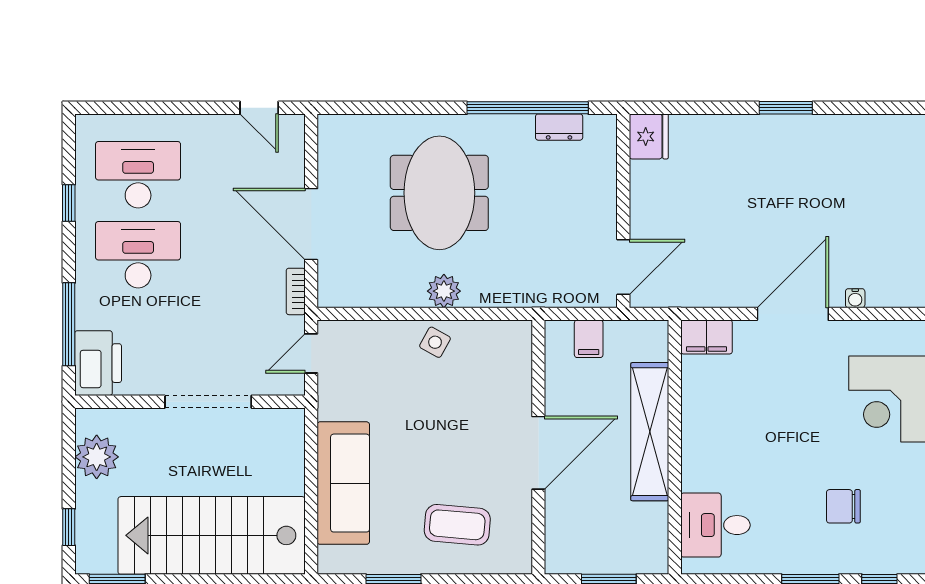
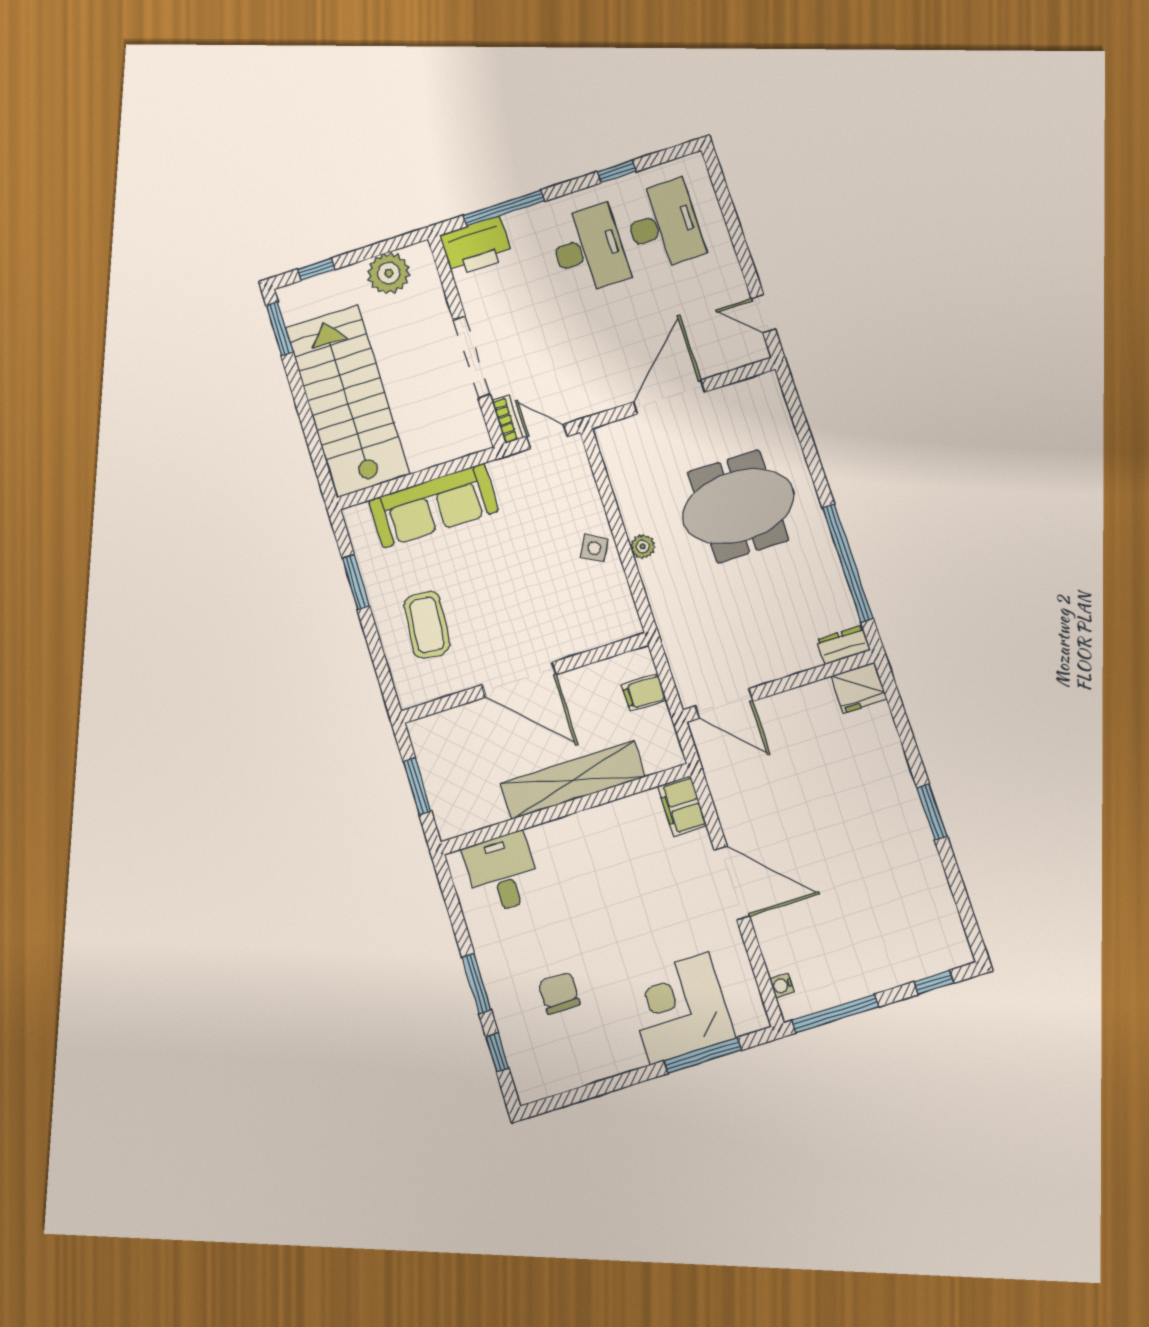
door: (259, 108) -> (763, 314), hinge flipped
dresser: (559, 127) -> (844, 645), moved, turned 90
bookcase: (296, 291) -> (507, 419), moved, turned 90
plant: (444, 291) -> (643, 546), width x0.73, depth x0.73
water cooler: (855, 298) -> (782, 985), moved

